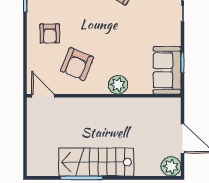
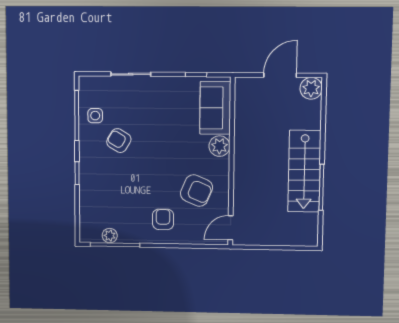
armchair: (50, 33) -> (163, 219), turned -90
sofa: (167, 70) -> (215, 108), moved, turned 90

